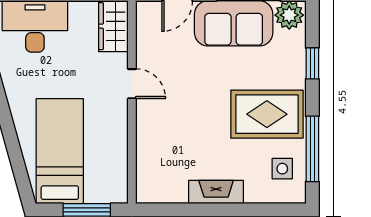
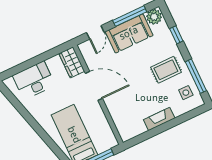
door: (132, 84) -> (94, 86), width x1.87
rug: (267, 114) -> (166, 70), width x0.73, depth x0.70

